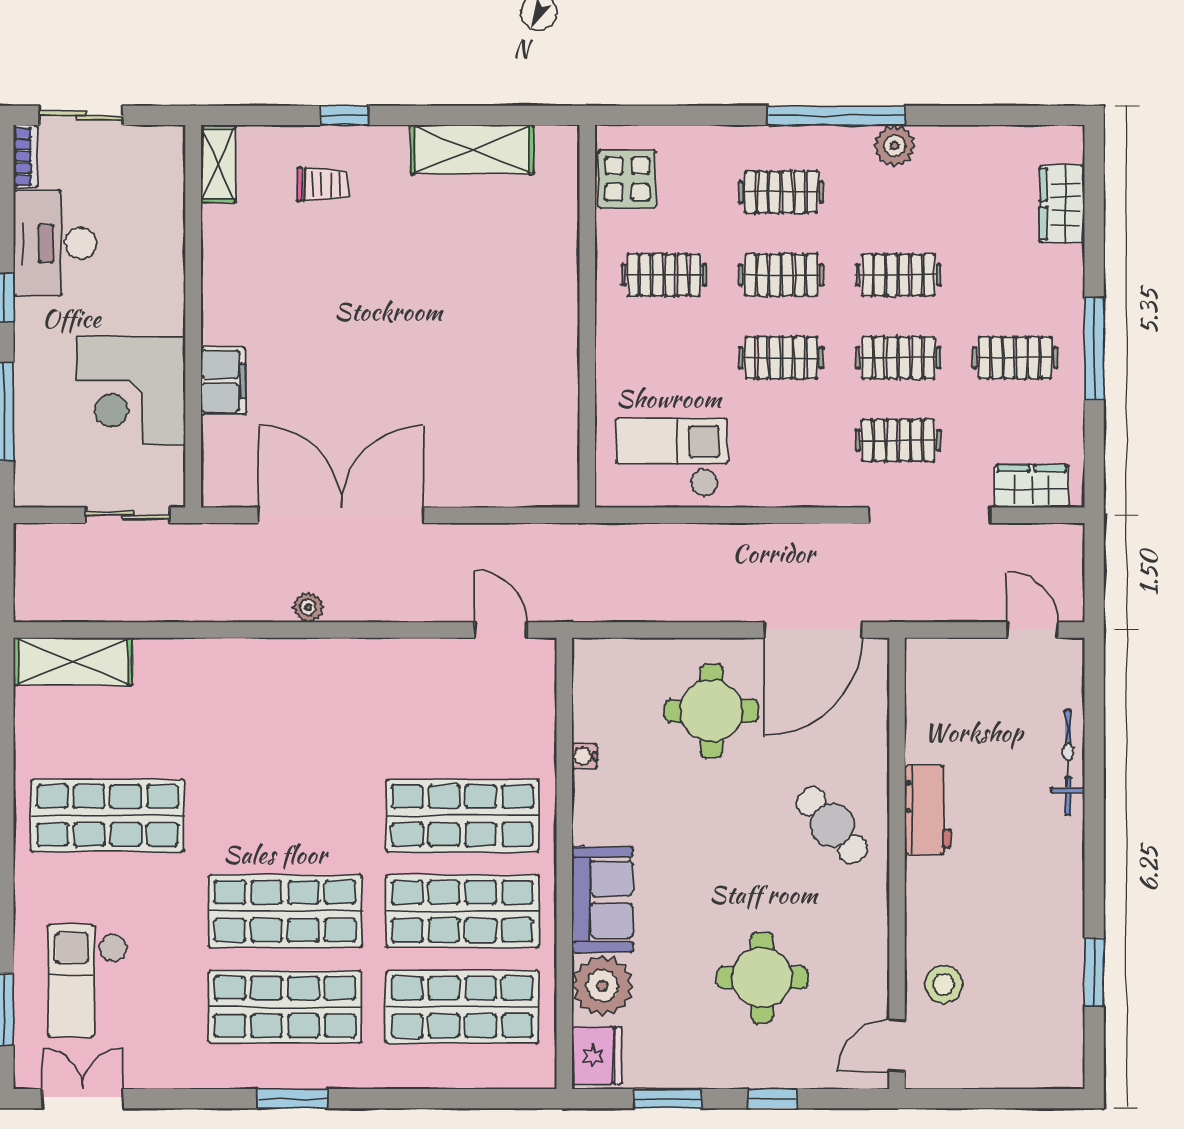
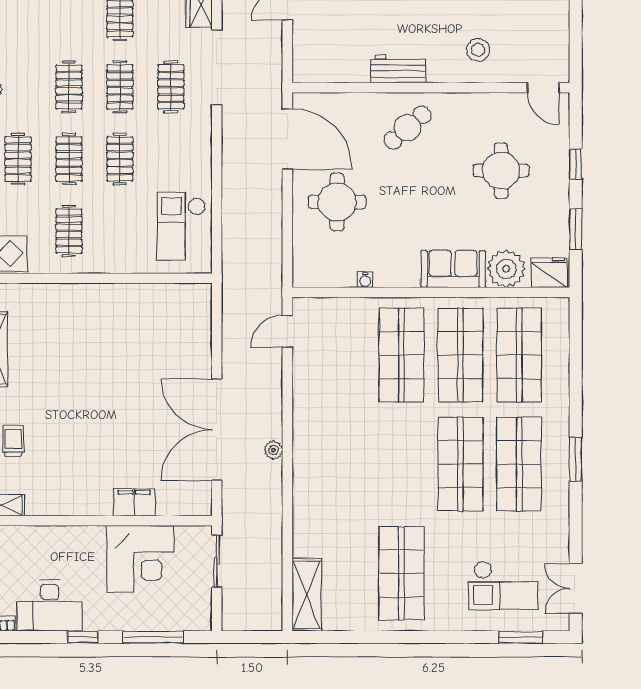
stool: (944, 984) -> (478, 50), moved

